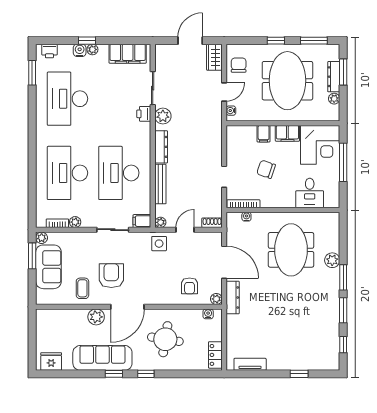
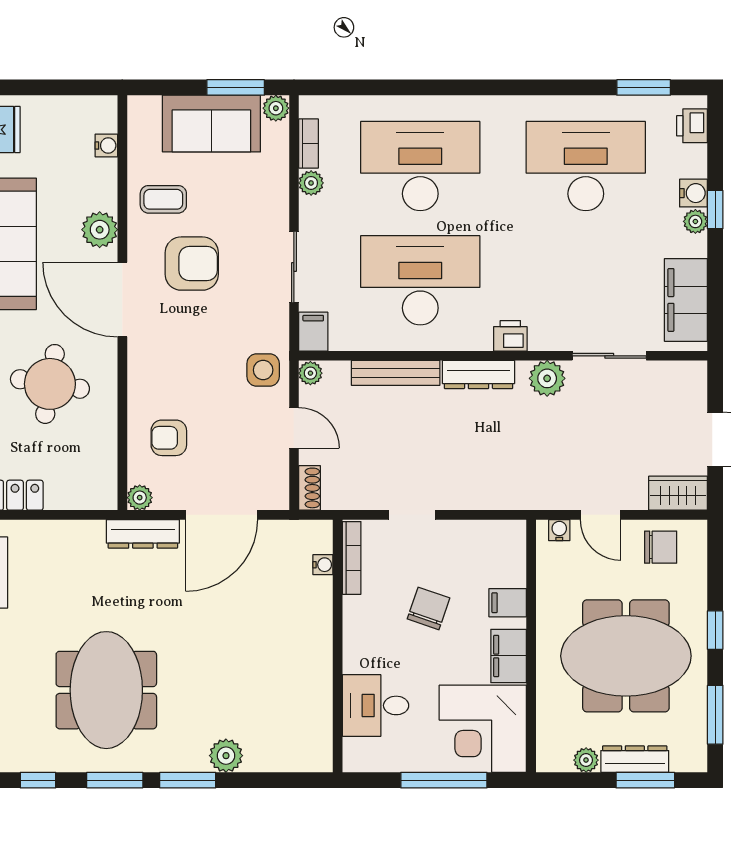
printer: (144, 114) -> (510, 336), moved
meeting table: (291, 250) -> (106, 690), moved, turned 90
water cooler: (208, 314) -> (106, 146), moved

